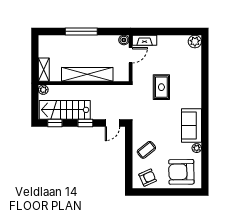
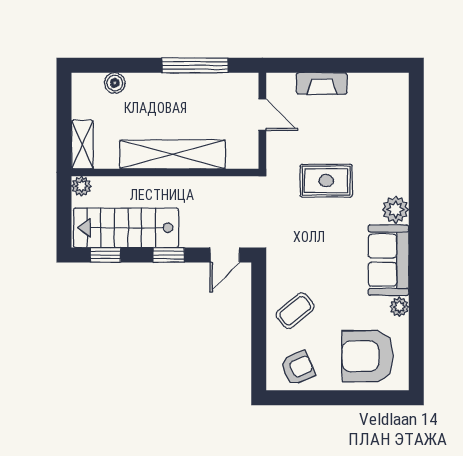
window: (81, 31) -> (195, 65), moved
boiler: (124, 40) -> (115, 83), moved
fireplace: (145, 40) -> (322, 83), moved
plant: (195, 42) -> (395, 210), moved
door: (131, 55) -> (262, 115), hinge flipped
rug: (161, 87) -> (326, 181), turned 90

